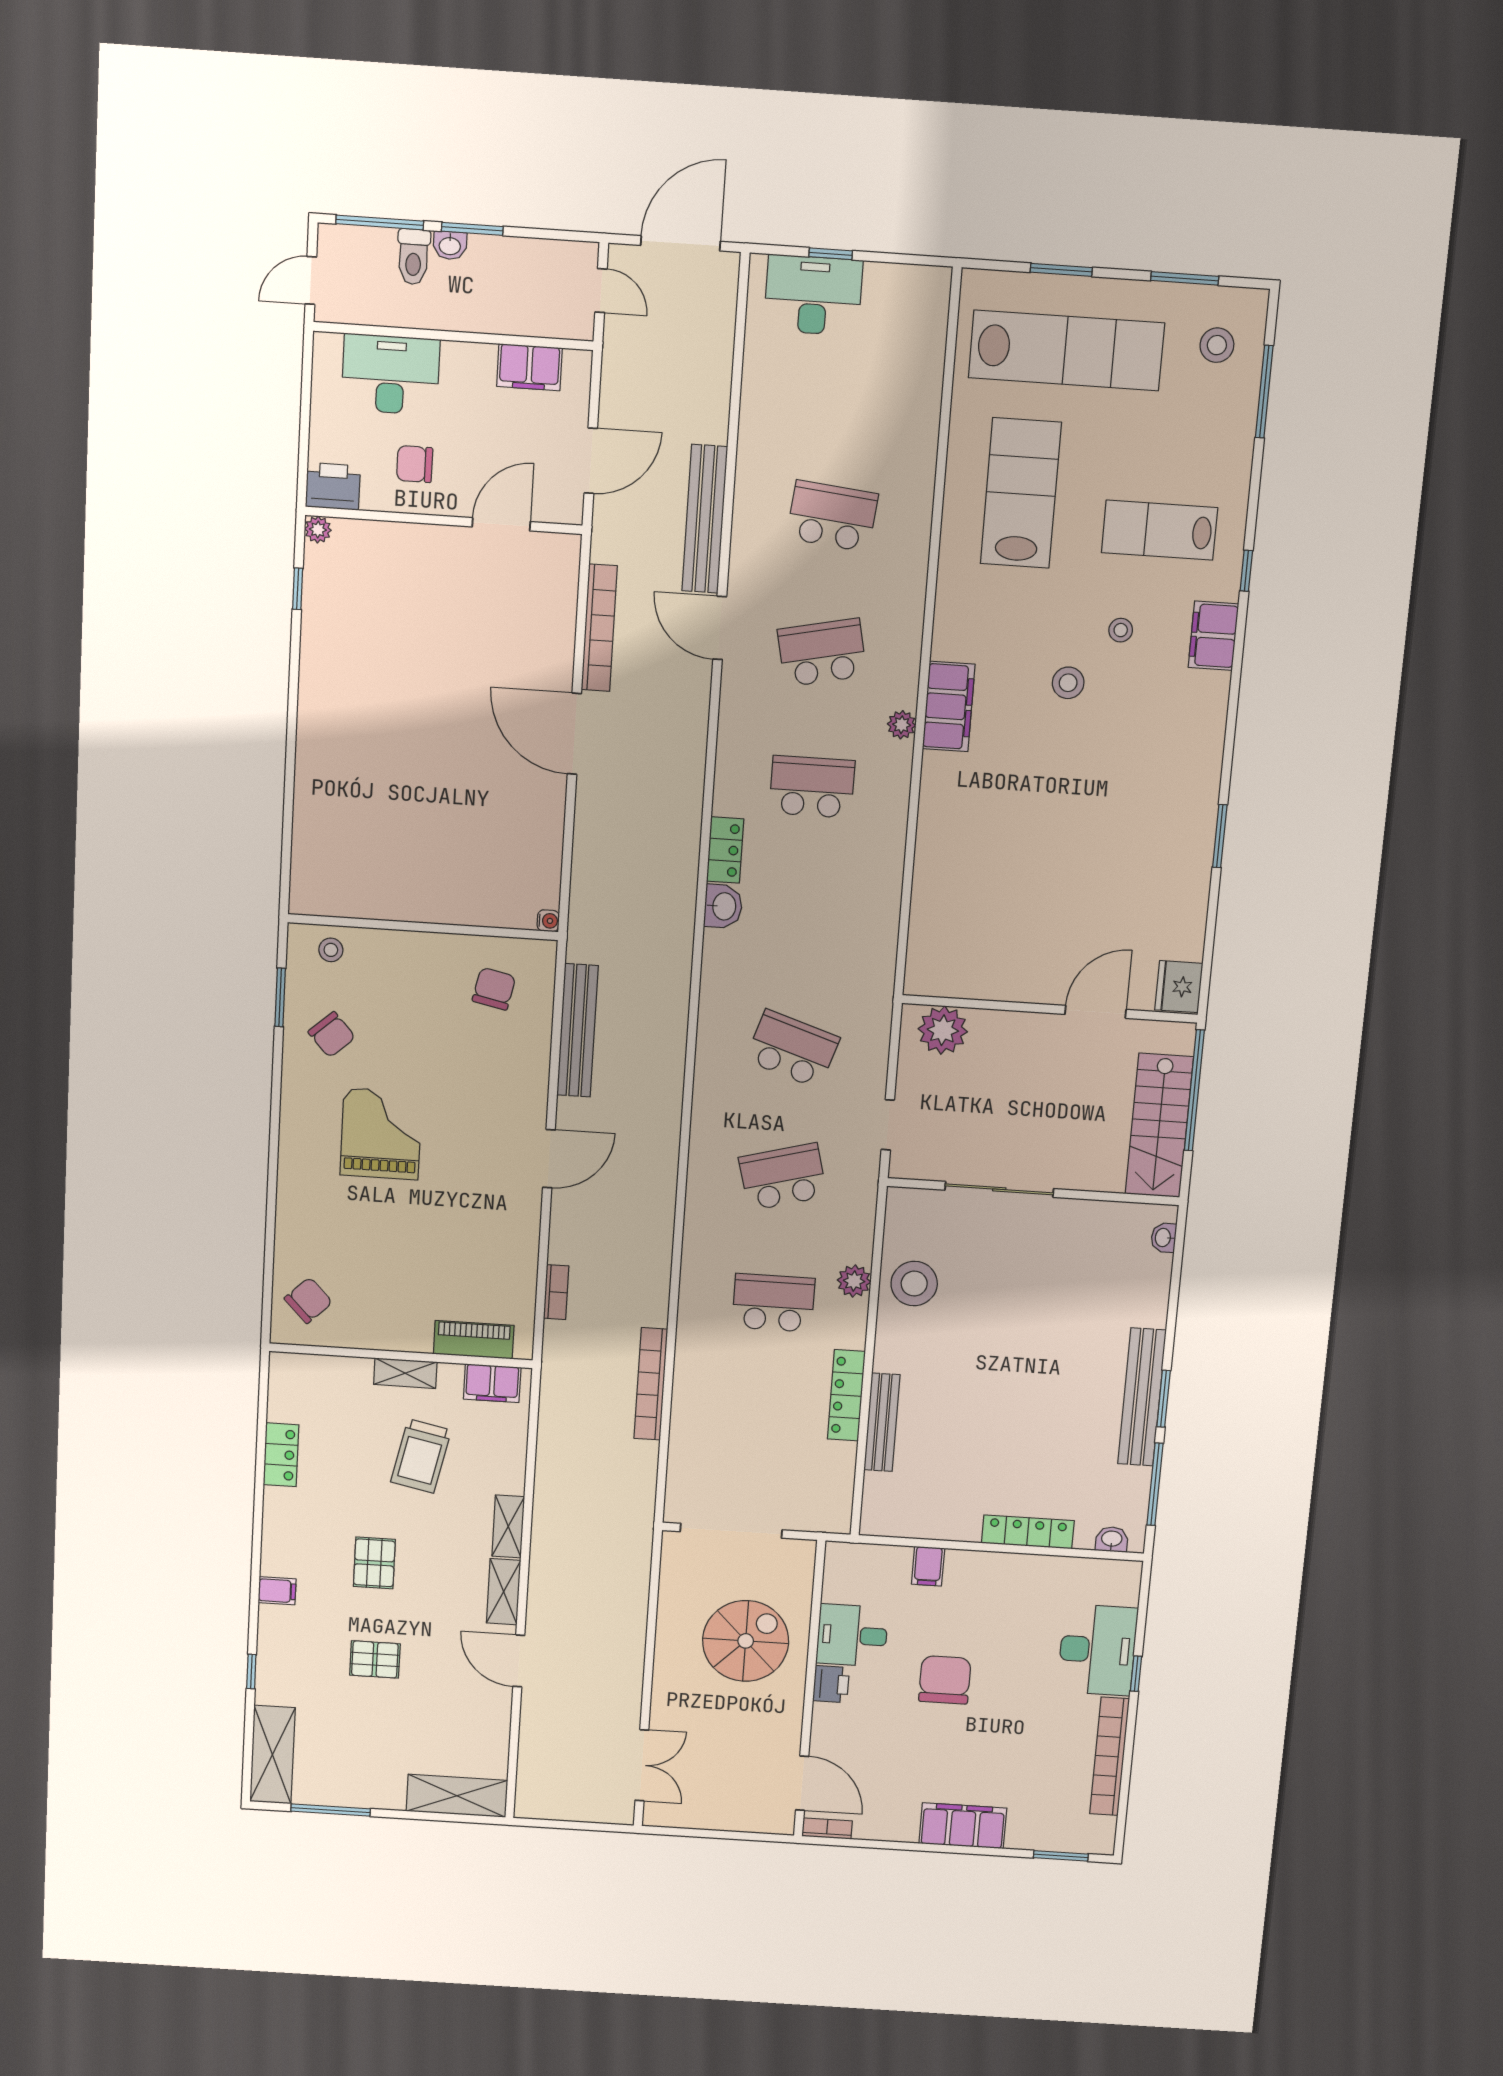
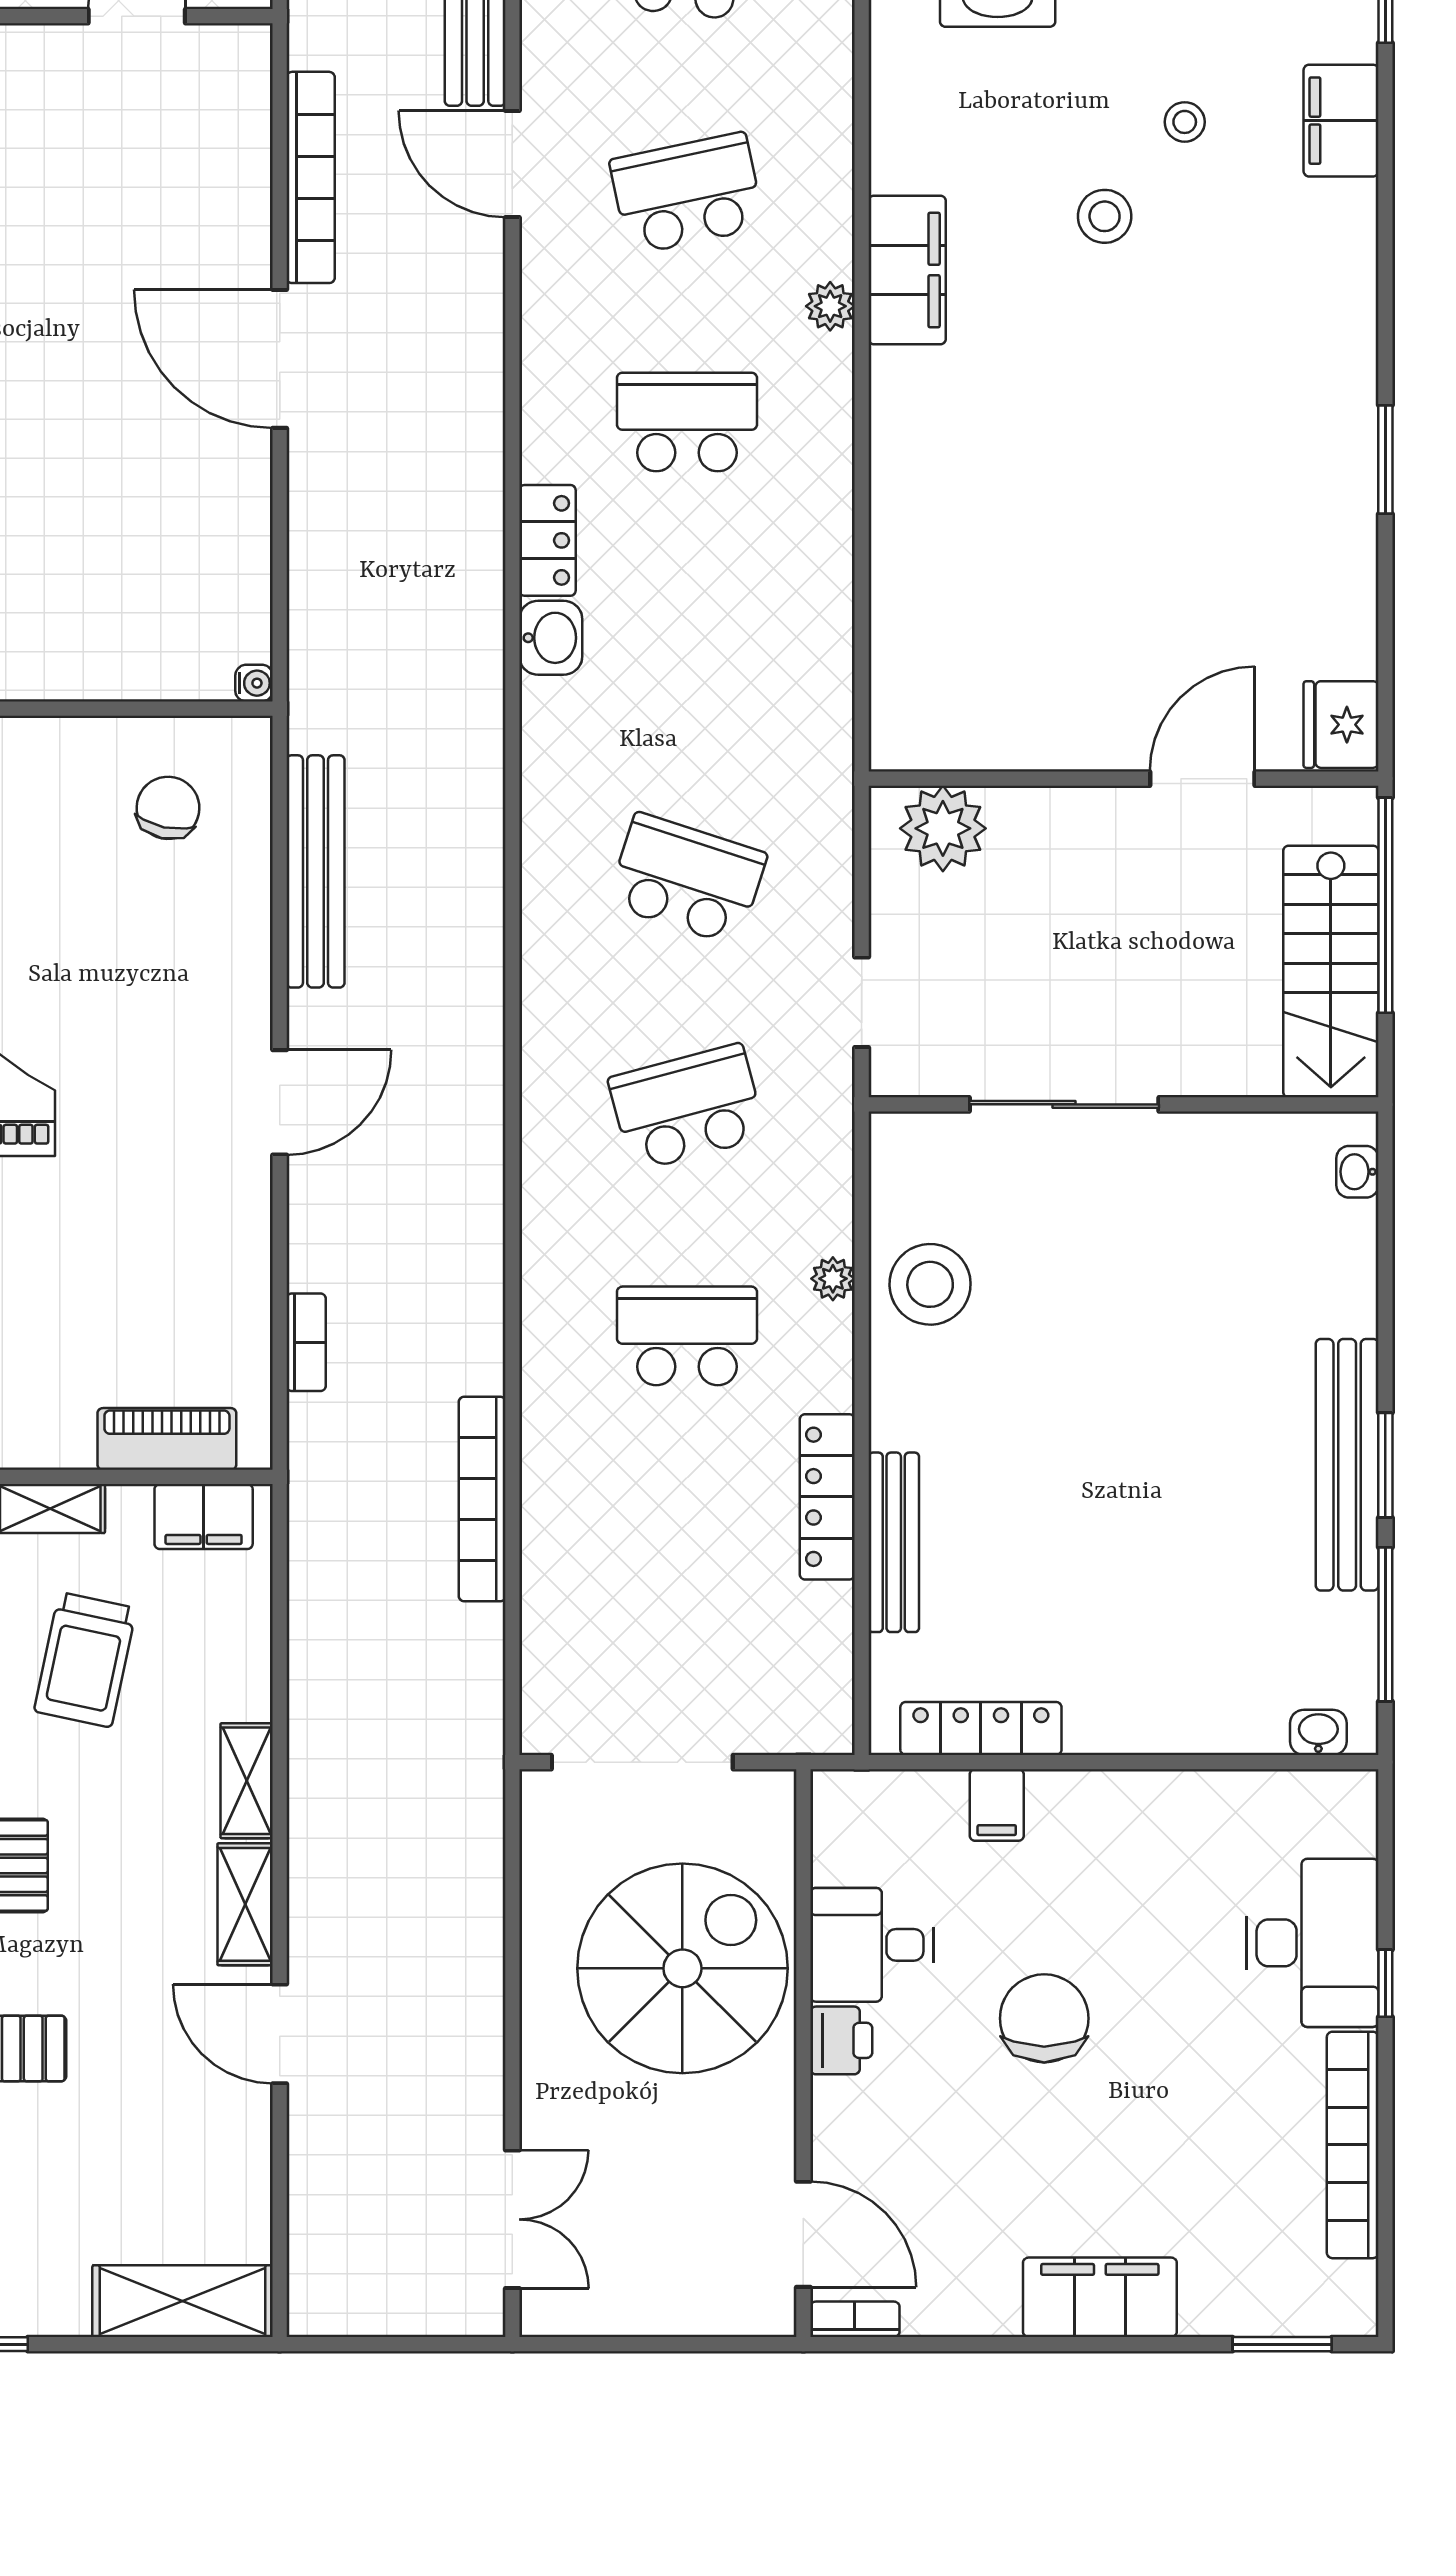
plant: (854, 1281) -> (833, 1279), width x0.73, depth x0.73
locker: (1028, 1532) -> (981, 1728), moved
spiral stairs: (746, 1641) -> (682, 1968), width x1.37, depth x1.37

